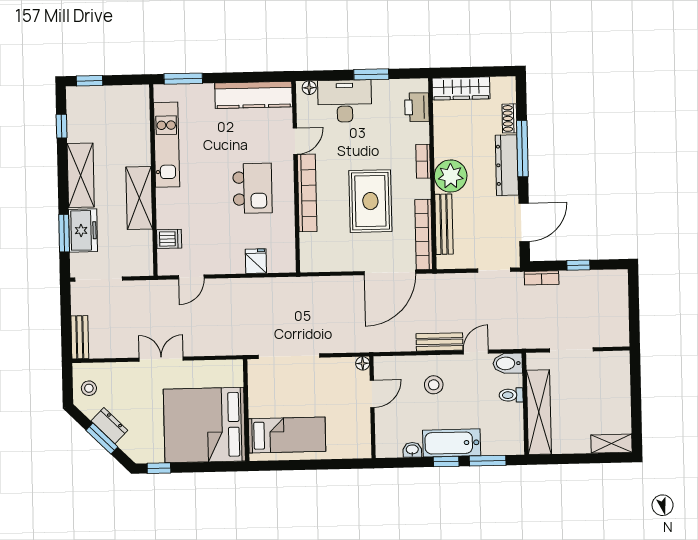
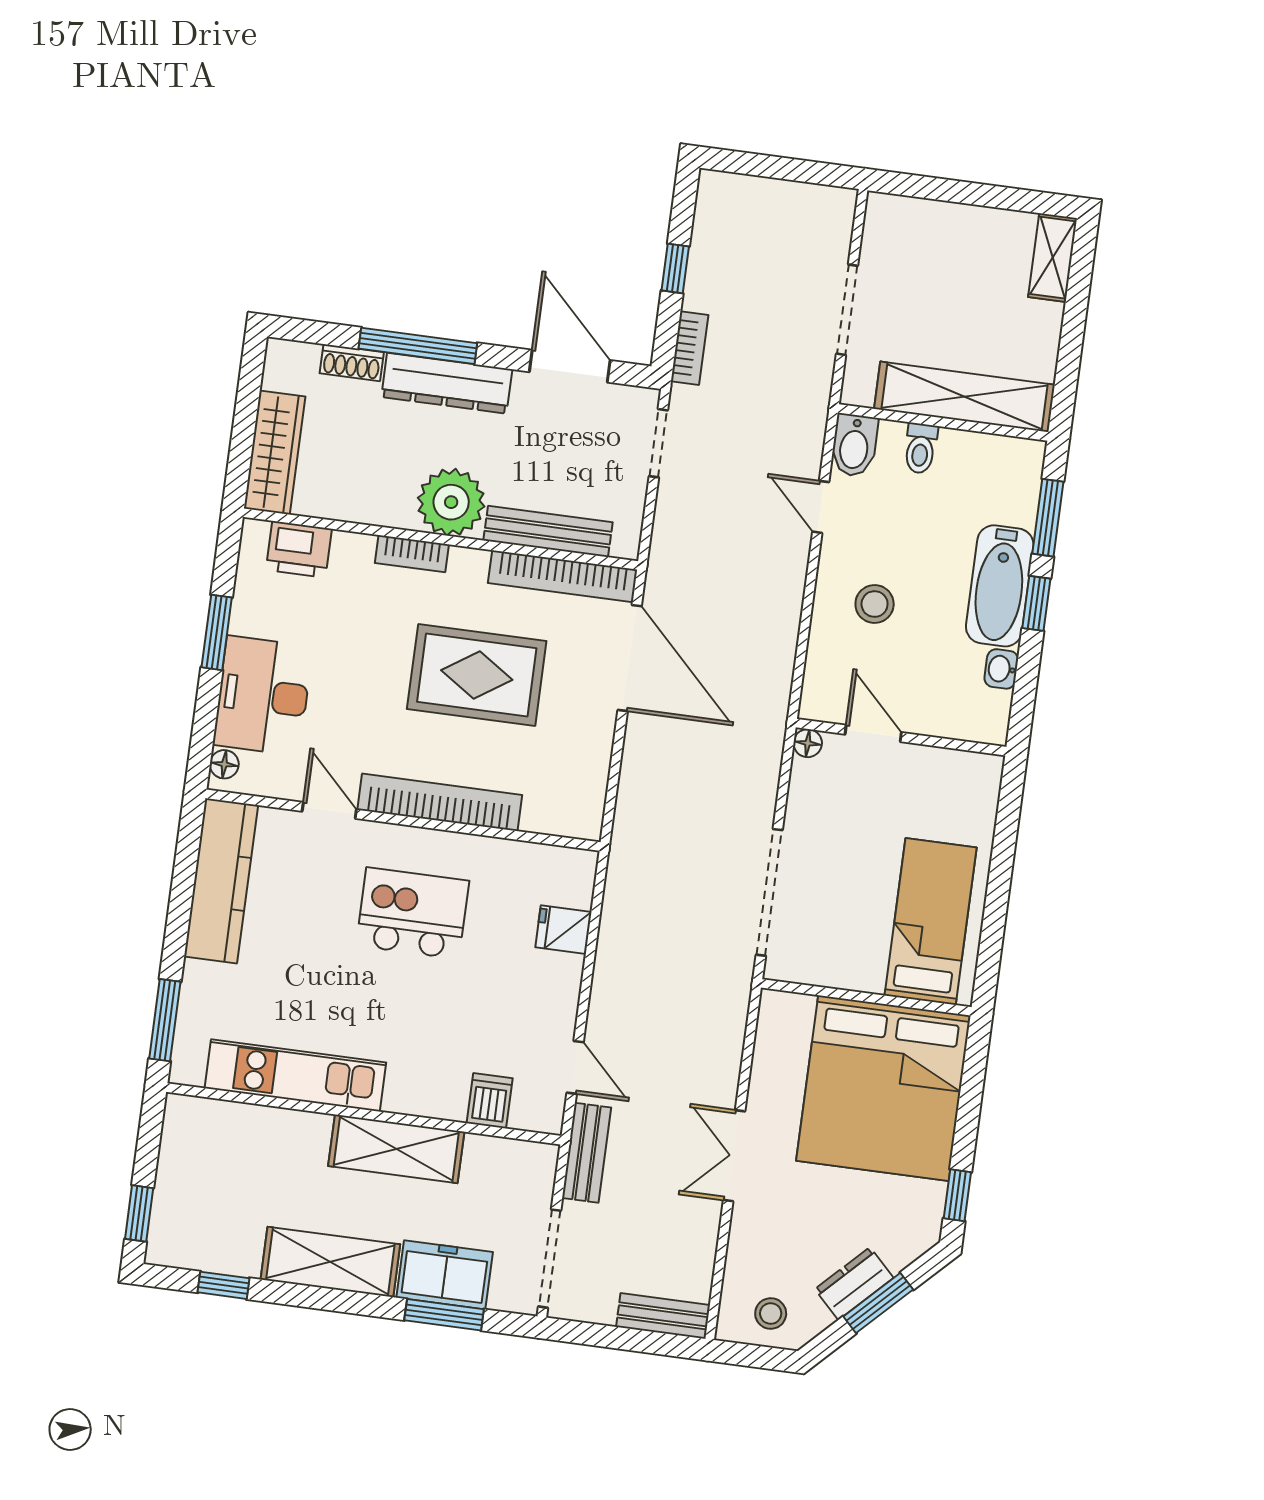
bench: (439, 342) -> (587, 1153), moved

